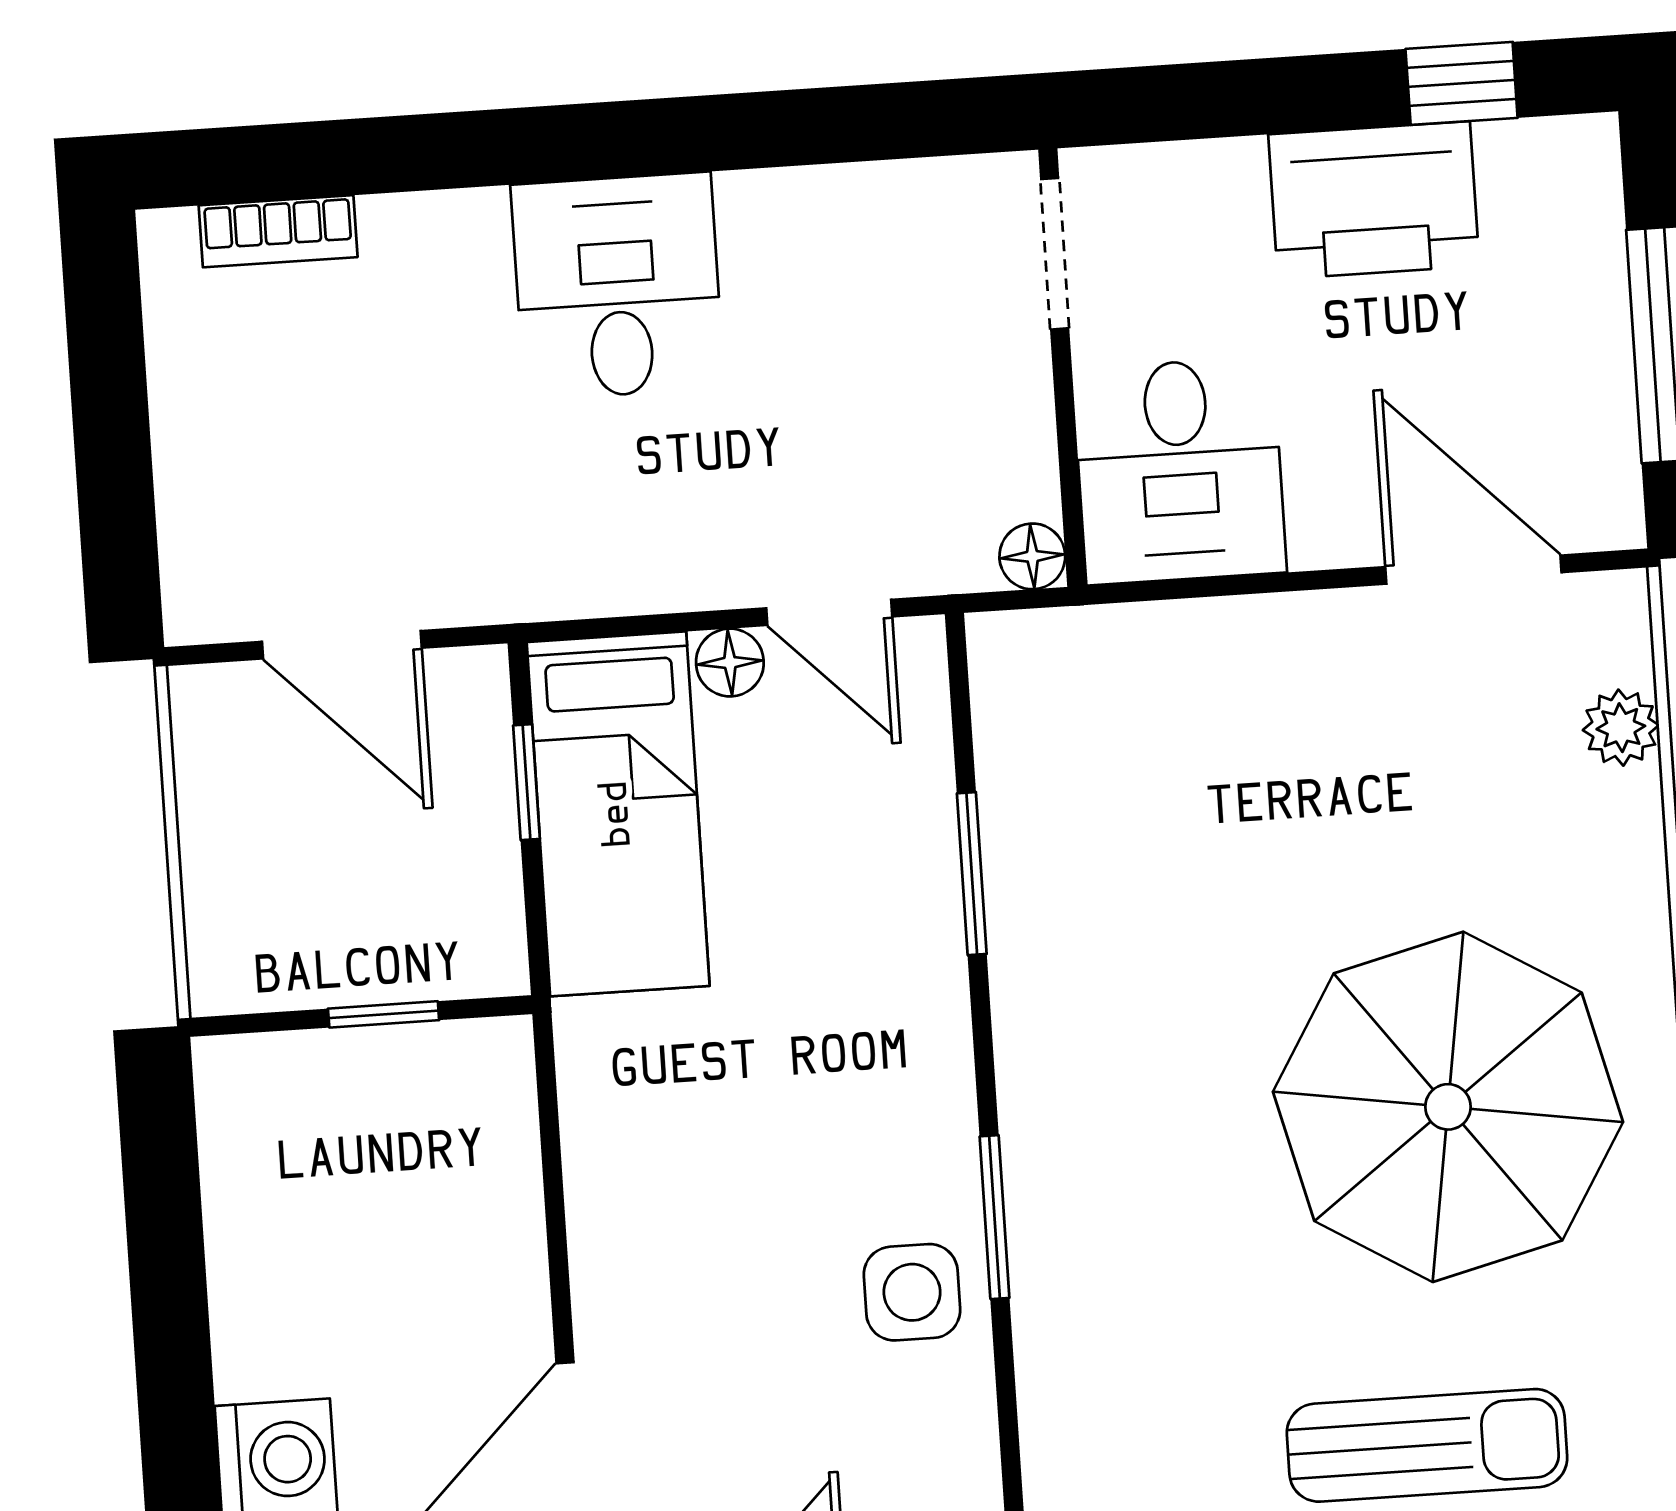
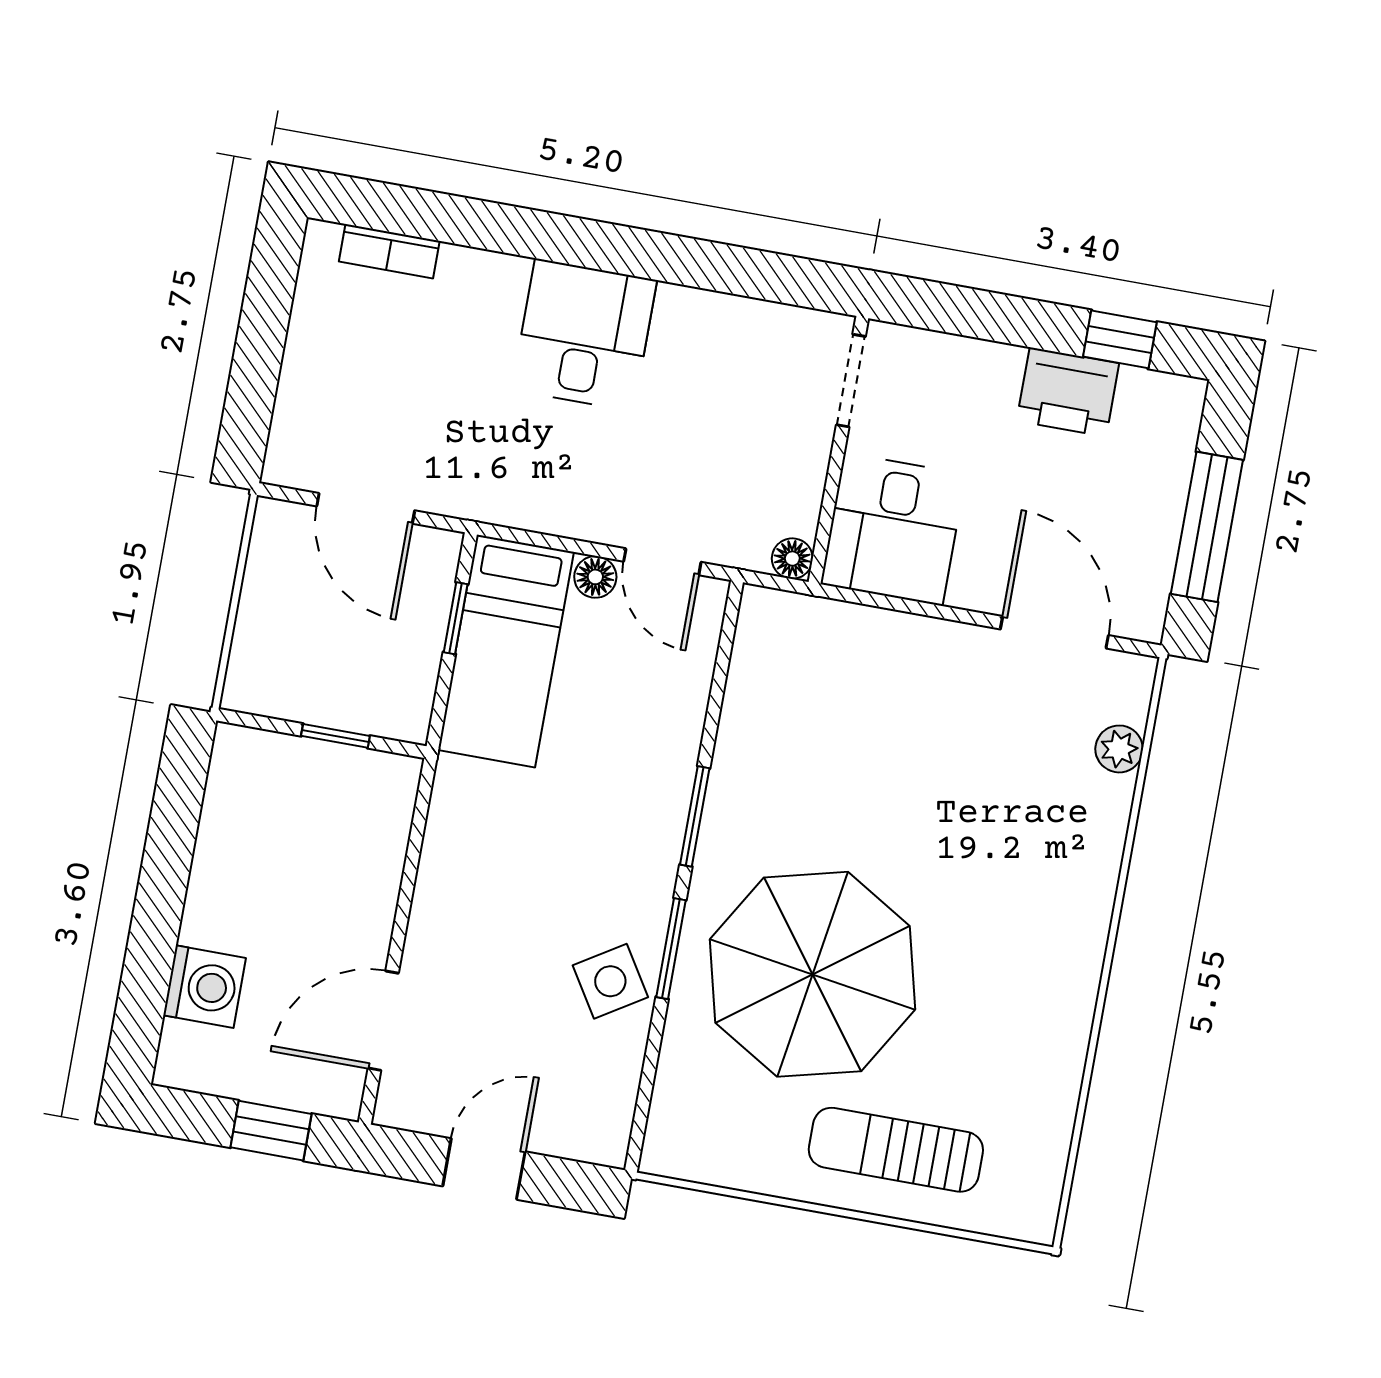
printer: (1374, 200) -> (1068, 392), width x0.73, depth x0.84
window: (972, 874) -> (695, 816), moved
parasol: (1448, 1107) -> (813, 974), moved
side table: (912, 1292) -> (610, 981), turned -32
sun lounger: (1427, 1445) -> (896, 1150), turned 180

